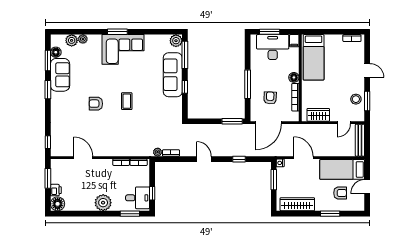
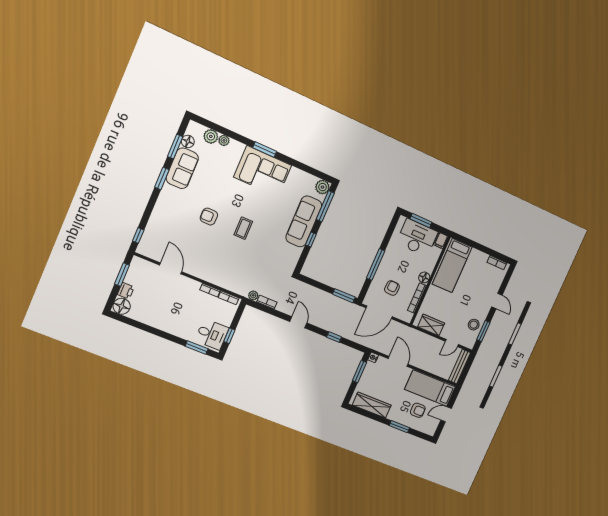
plant: (103, 203) -> (172, 325), removed

